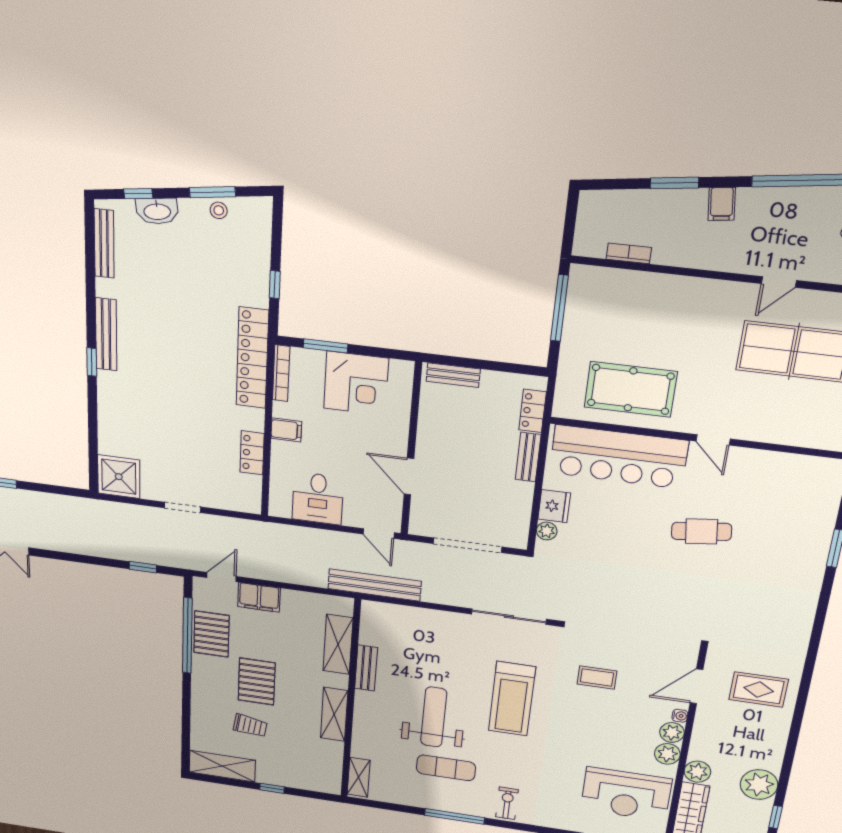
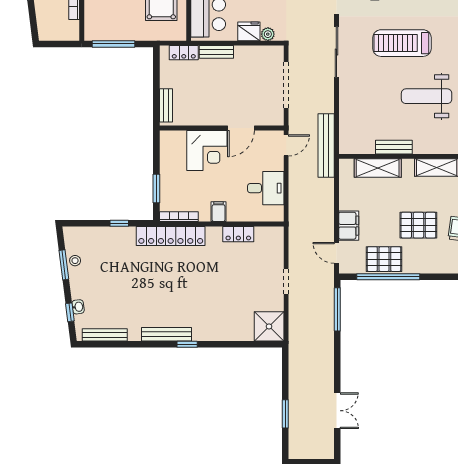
washbasin: (157, 211) -> (78, 307), width x0.52, depth x0.69
corner desk: (356, 383) -> (207, 151), moved, turned 90
window: (143, 567) -> (337, 309), width x2.17
treadmill: (512, 699) -> (402, 43), turned 180

